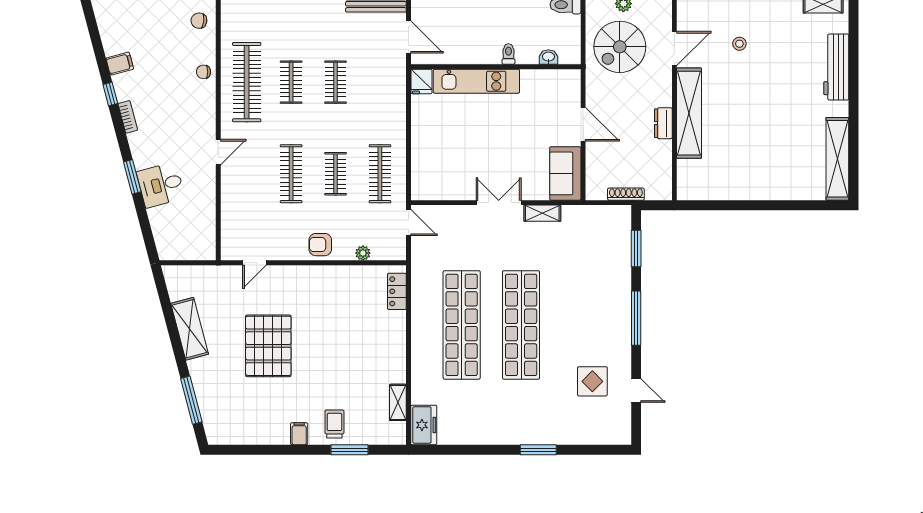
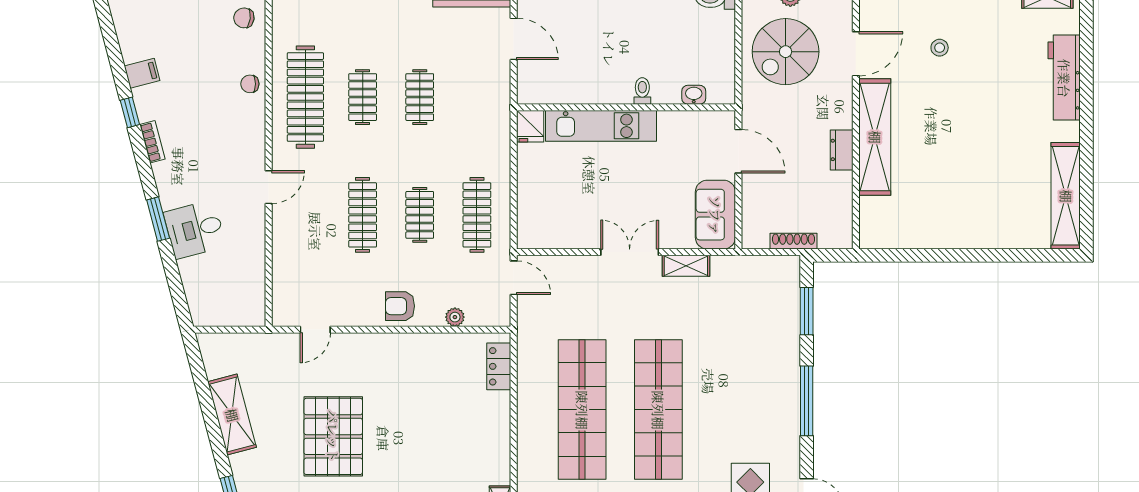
toilet: (508, 54) -> (642, 91), moved
washbasin: (548, 57) -> (694, 95), moved
wall: (496, 67) -> (626, 107), moved
fridge: (421, 81) -> (530, 126), moved
kitchen unit: (476, 81) -> (601, 126), moved

